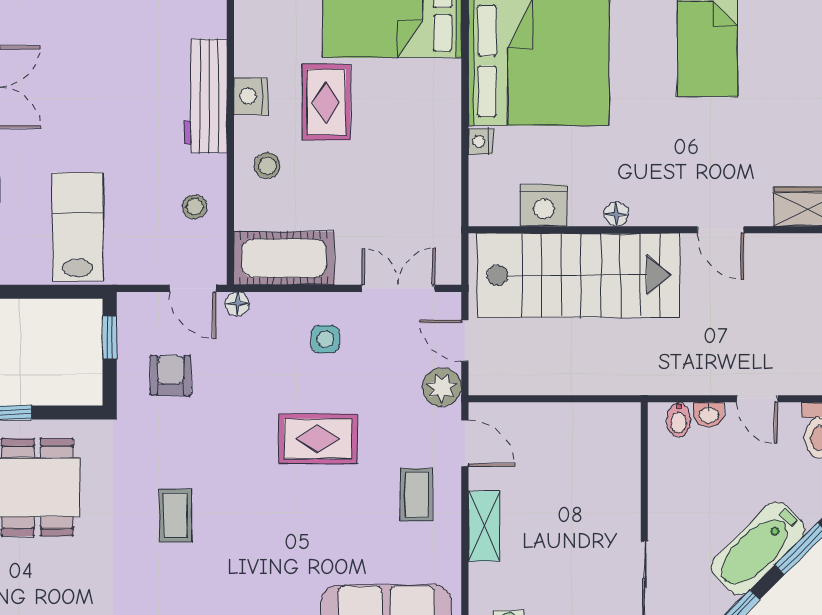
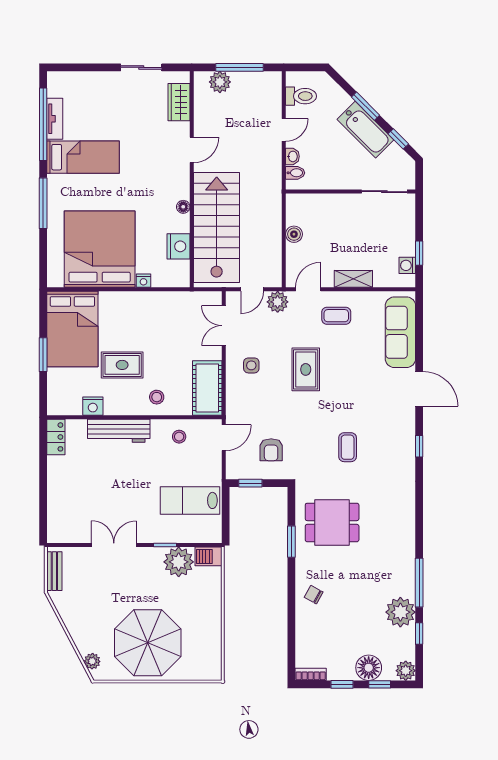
nightstand: (251, 96) -> (93, 406), moved
floor lamp: (237, 304) -> (232, 413), removed
armchair: (171, 375) -> (271, 450), turned -90
boiler: (566, 417) -> (294, 234), added
coffee table: (175, 516) -> (348, 447), turned 90

